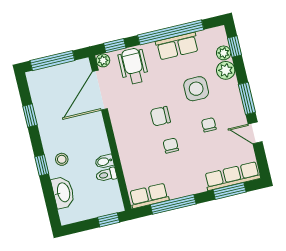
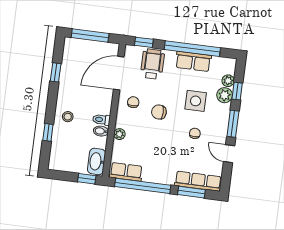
window: (234, 47) -> (237, 91), moved
plant: (103, 60) -> (119, 134), moved
chair: (171, 146) -> (133, 102), moved
window: (42, 165) -> (48, 132), moved
toilet: (106, 175) -> (101, 120), moved
washbasin: (63, 192) -> (97, 161), moved, turned 180
window: (173, 204) -> (143, 186), width x1.46

